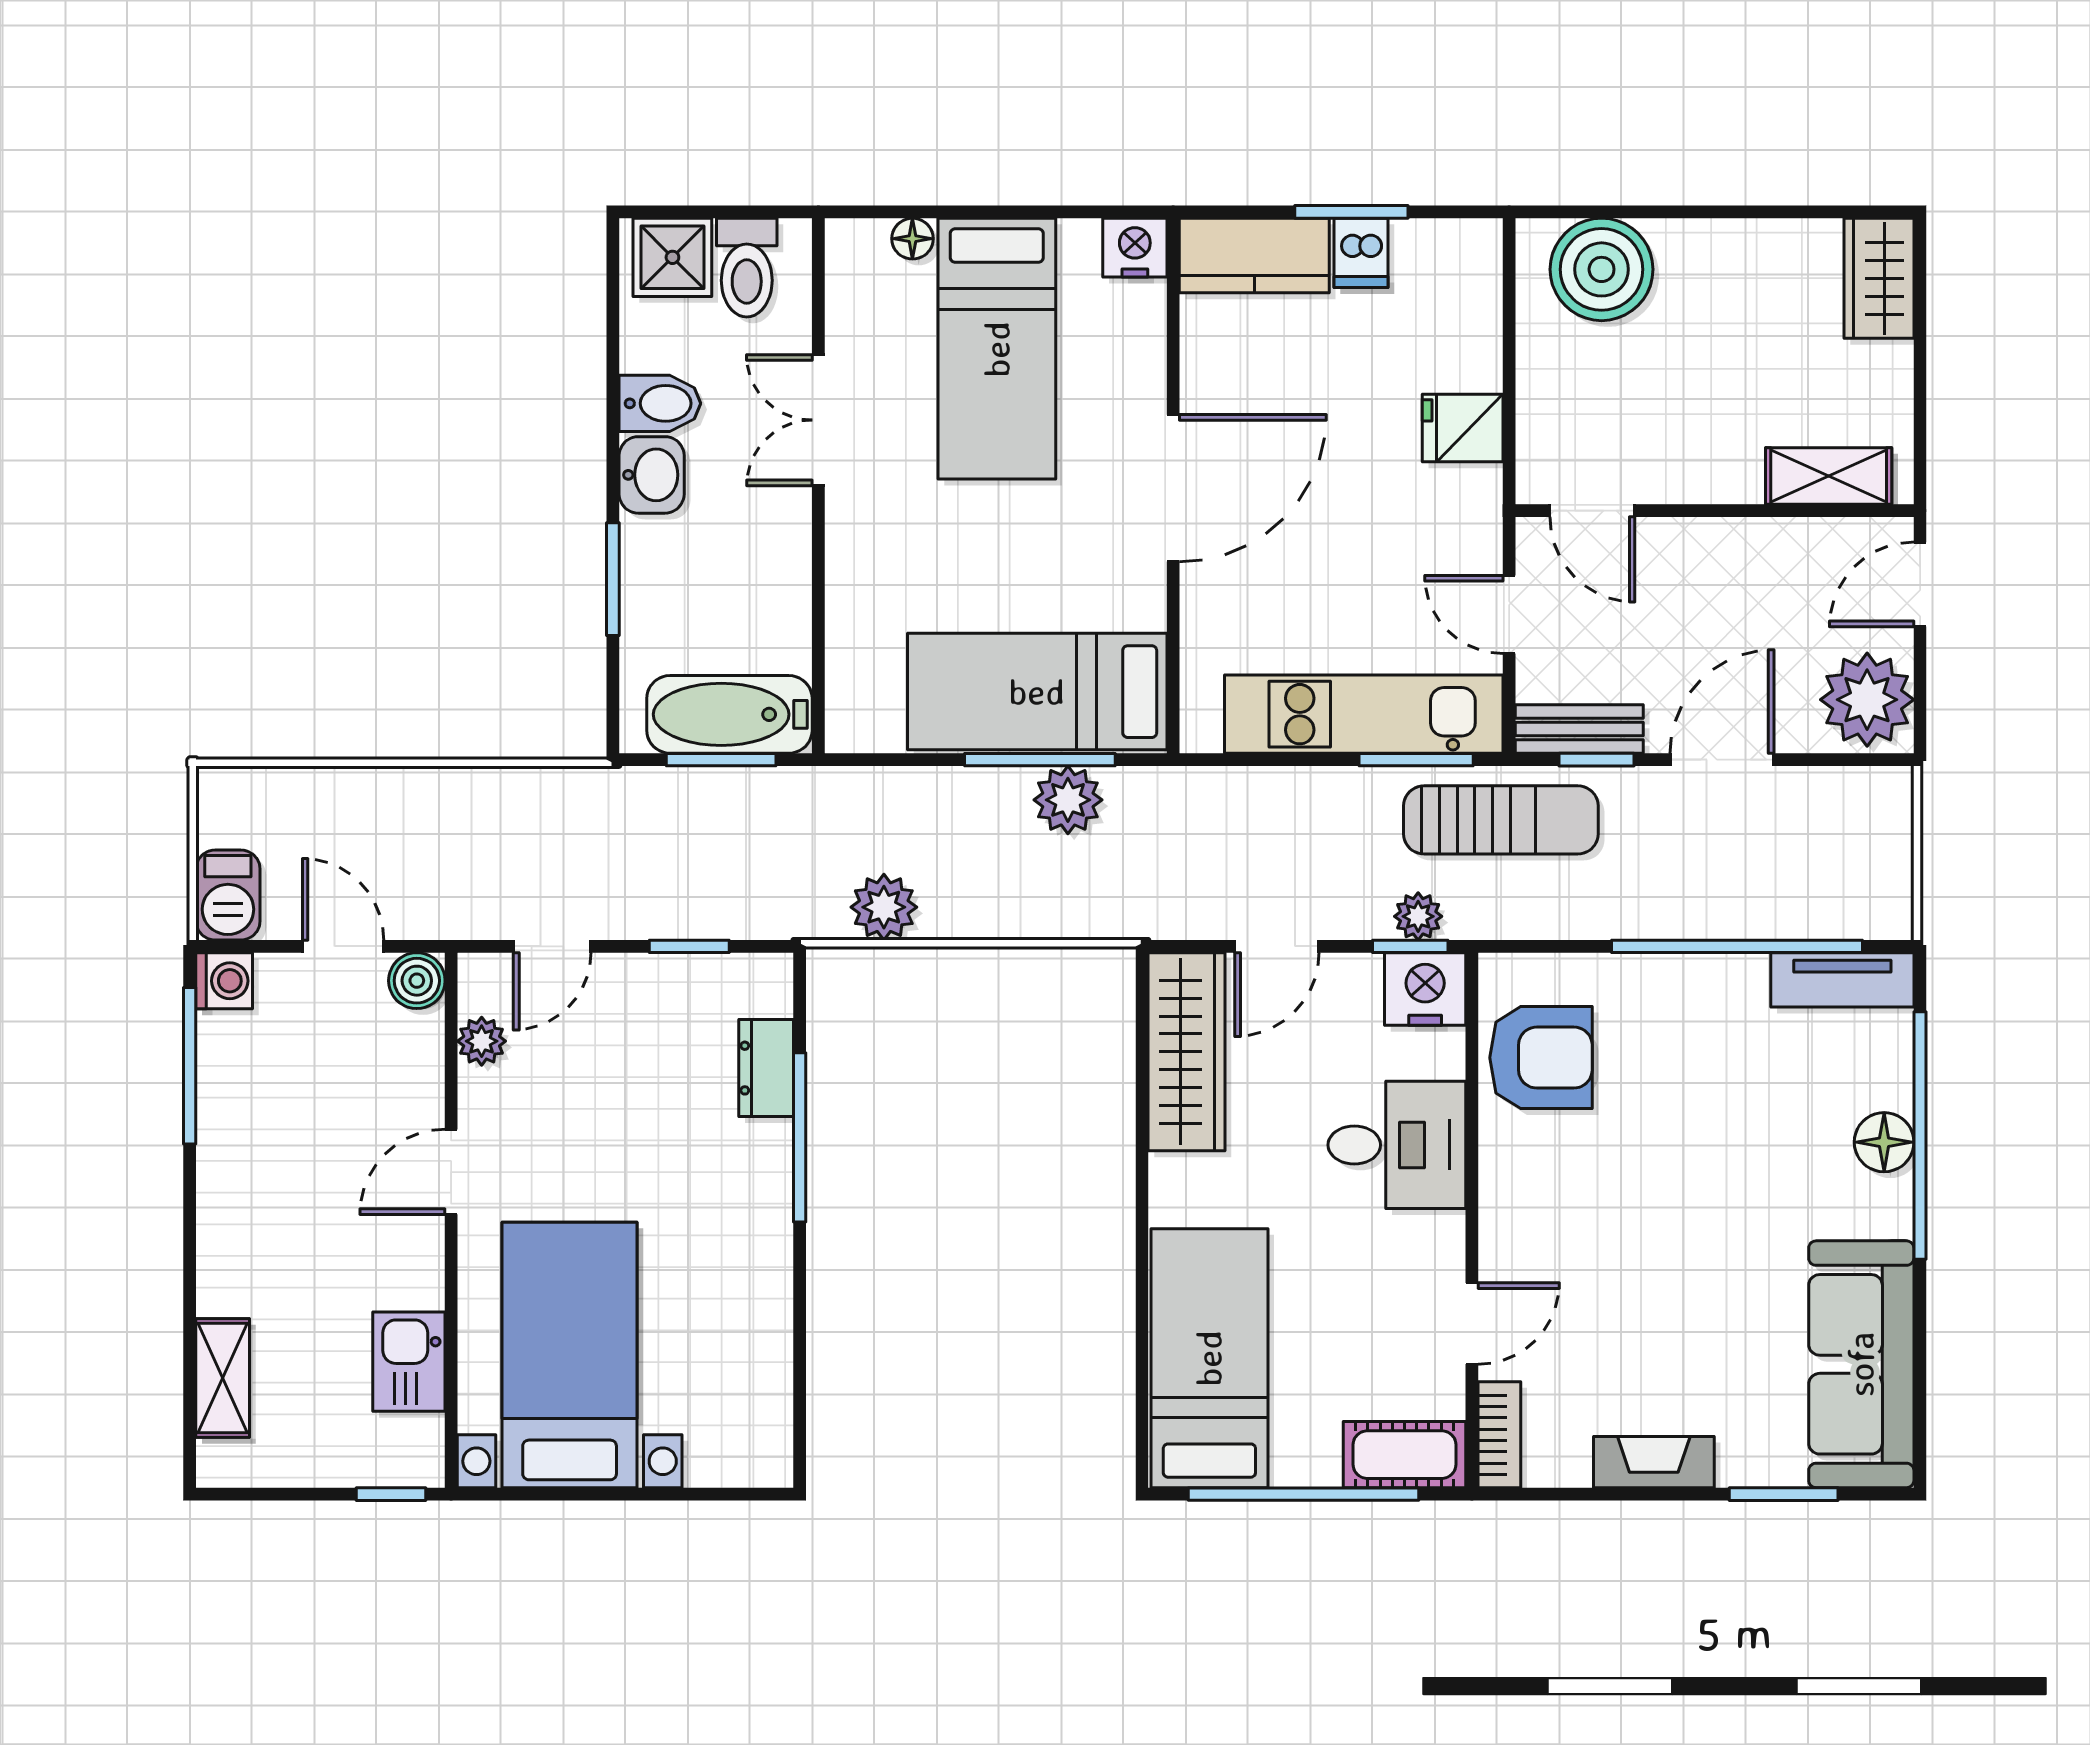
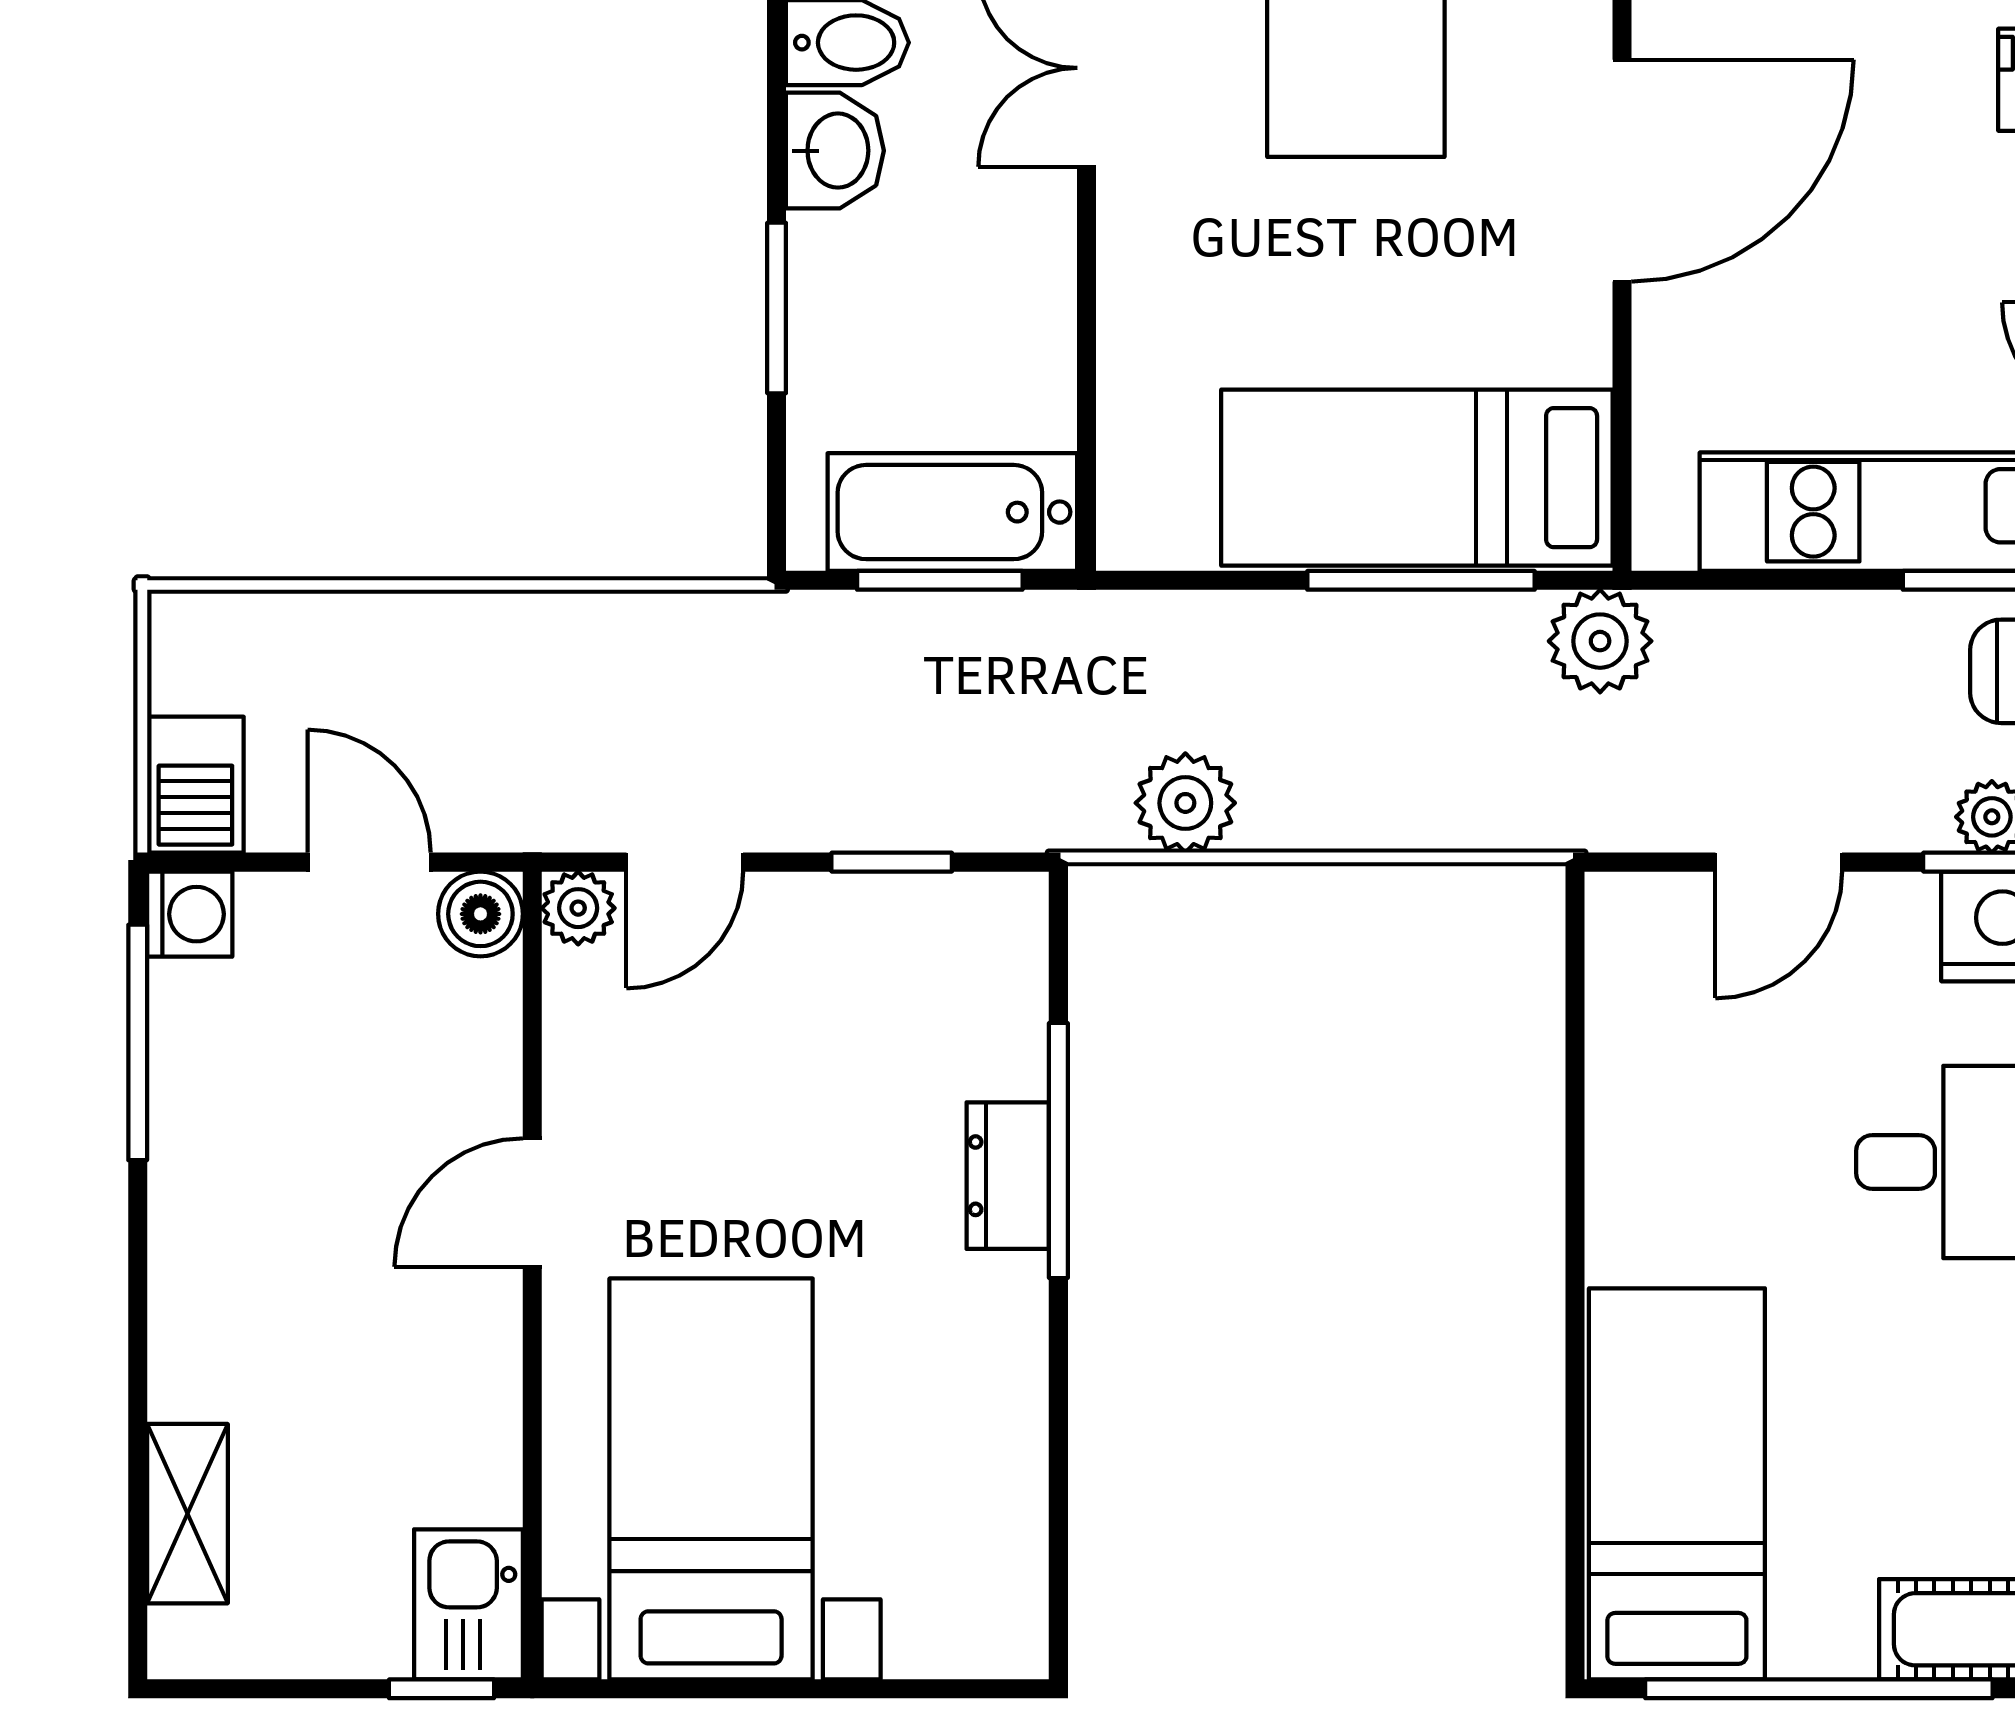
plant: (1068, 800) -> (1600, 641), moved
plant: (482, 1041) -> (578, 908), moved
wardrobe: (1187, 1052) -> (1642, 1021), removed
dresser: (766, 1068) -> (1008, 1176), moved
kitchen sink: (409, 1362) -> (468, 1604), moved

